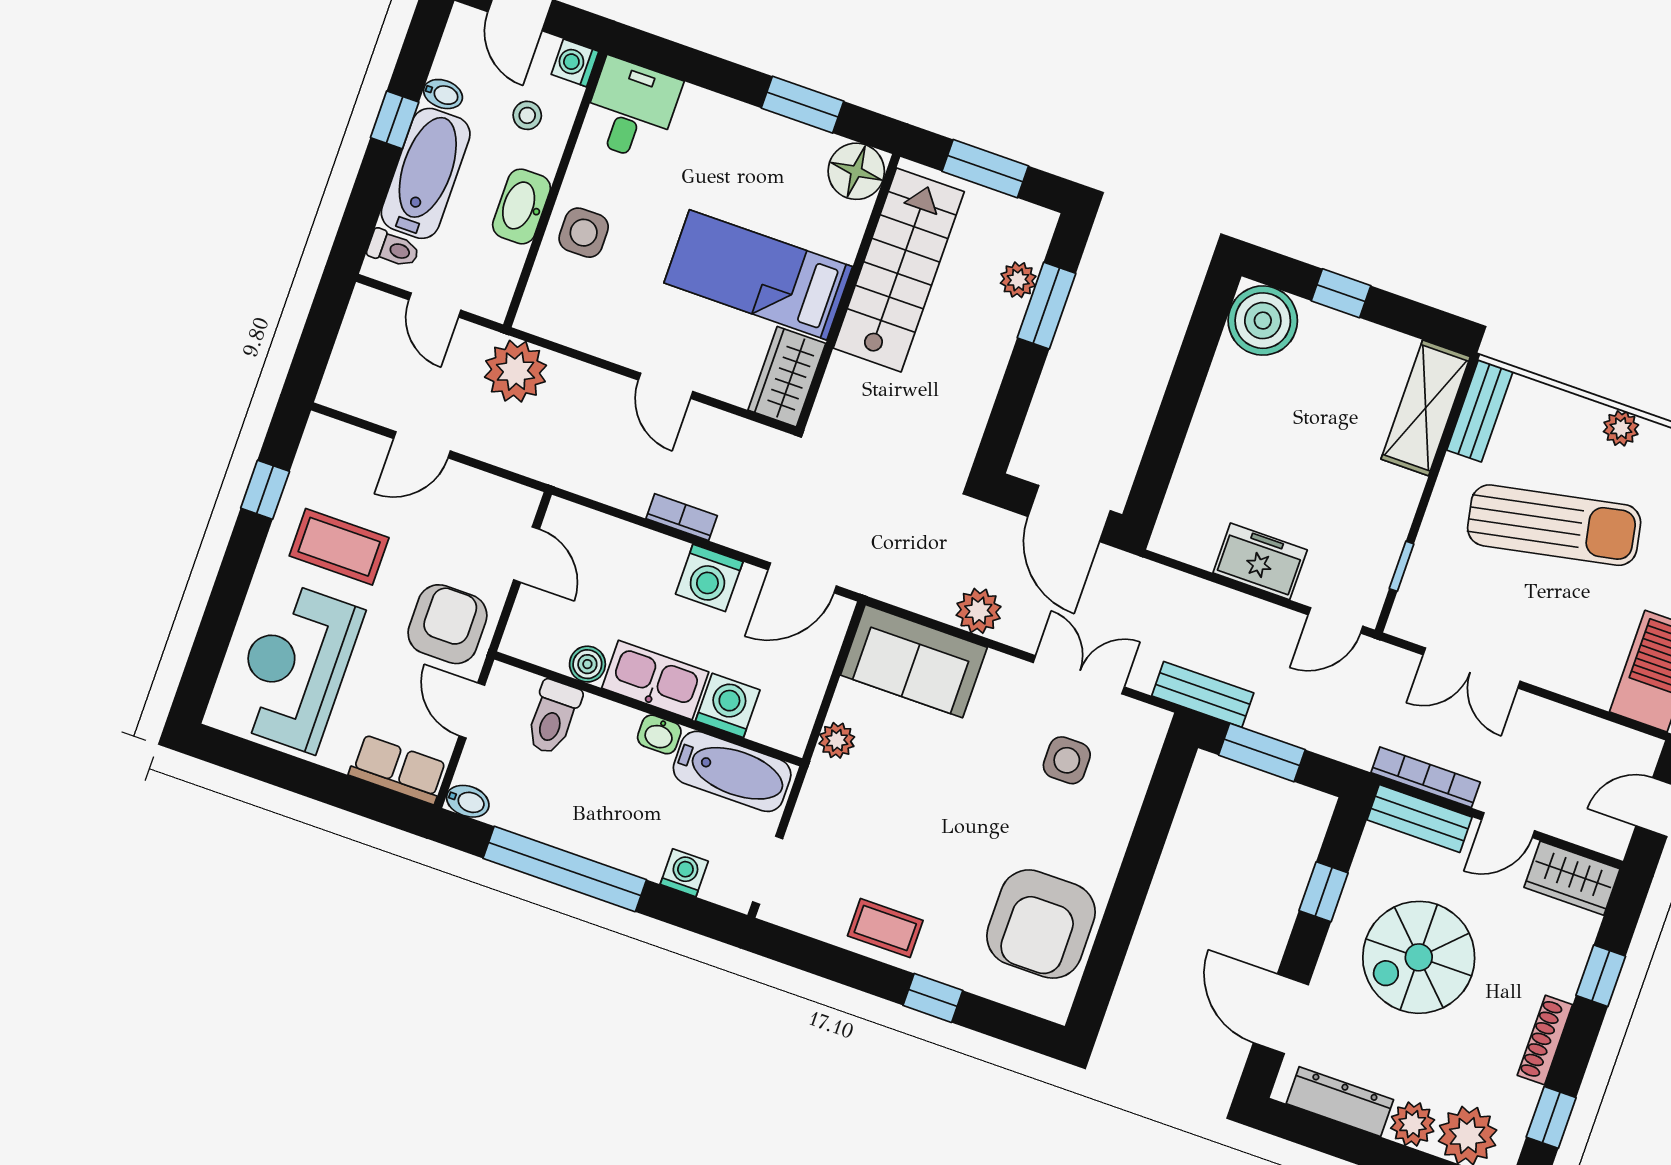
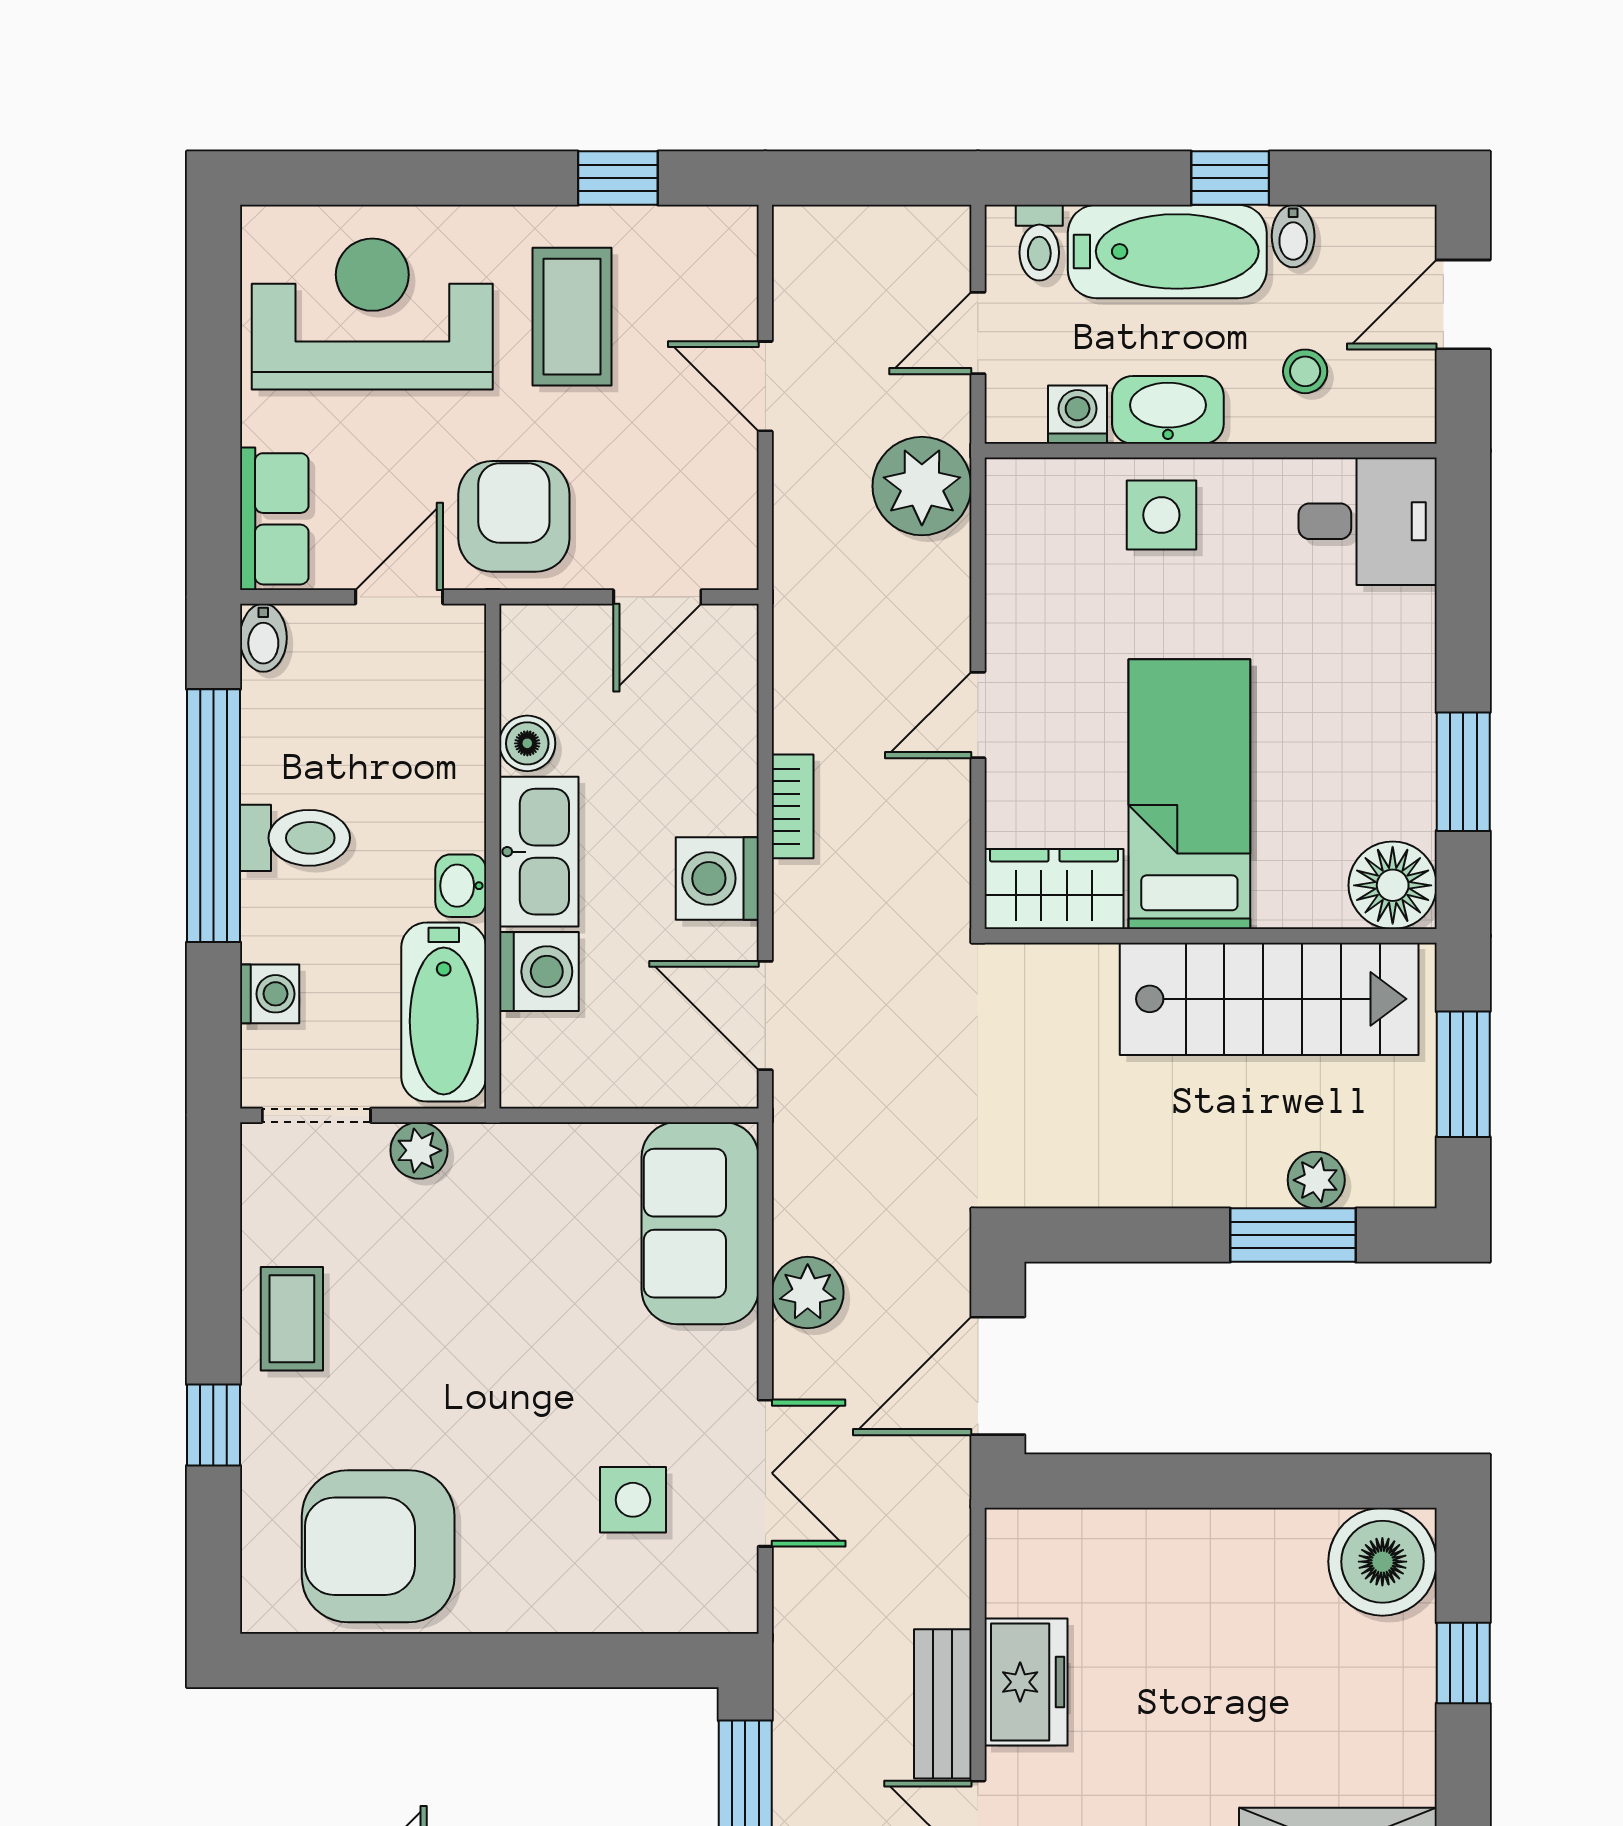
washing machine: (575, 63) -> (1078, 415), moved
armchair: (447, 624) -> (514, 516), turned -90
bench: (1203, 694) -> (943, 1704), moved
toilet: (553, 717) -> (295, 838), moved, turned 180
plant: (837, 740) -> (419, 1150), moved

